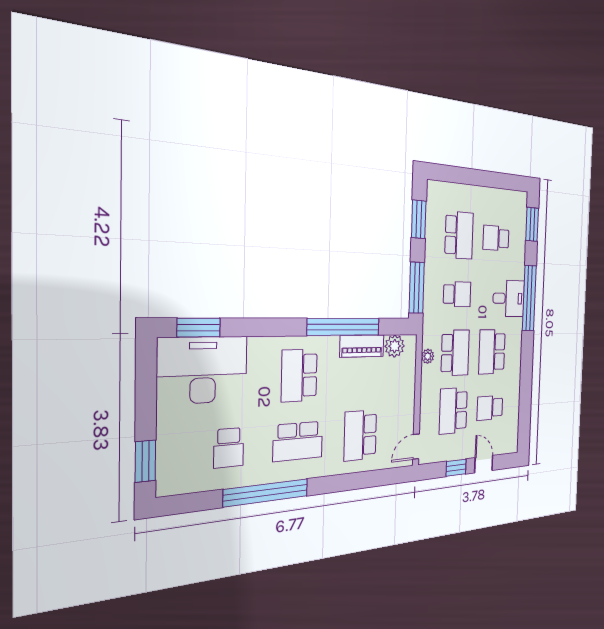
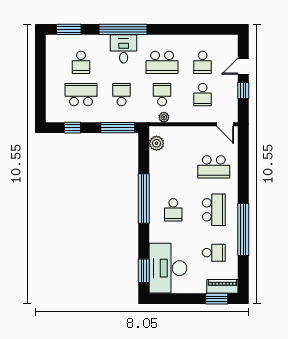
window: (419, 219) -> (73, 128), width x0.67
window: (344, 327) -> (144, 198), moved
piano: (362, 346) -> (222, 286), moved, turned -90
school desk: (455, 353) -> (162, 95), width x0.54
school desk: (299, 375) -> (173, 210), width x0.54
school desk: (453, 411) -> (203, 95), width x0.54

